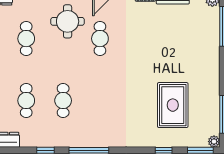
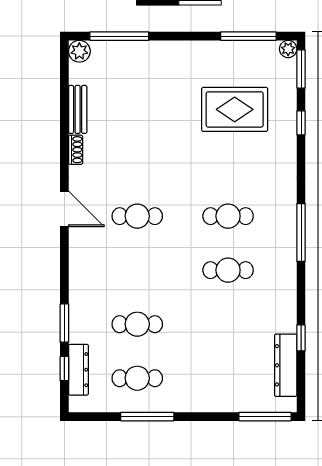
round table: (68, 21) -> (112, 264), removed
cafe table: (26, 101) -> (228, 216), moved
window: (45, 150) -> (301, 338), moved

